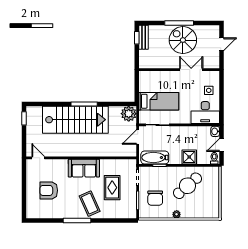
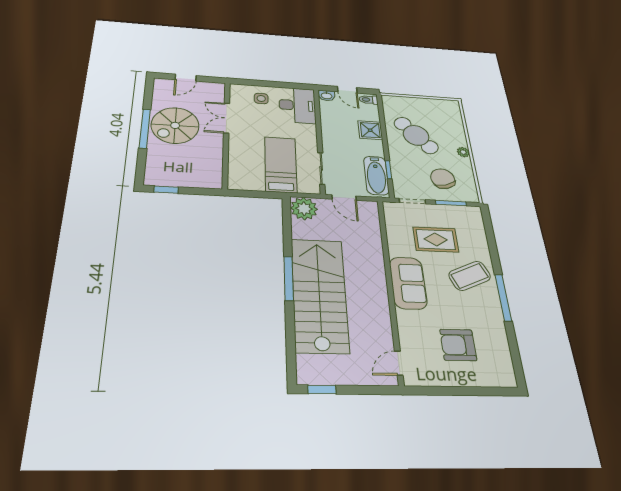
bench: (144, 37) -> (166, 180), removed
door: (221, 44) -> (186, 78), swing flipped
armchair: (49, 190) -> (458, 345), turned 90
chair: (155, 198) -> (443, 179), turned -106

